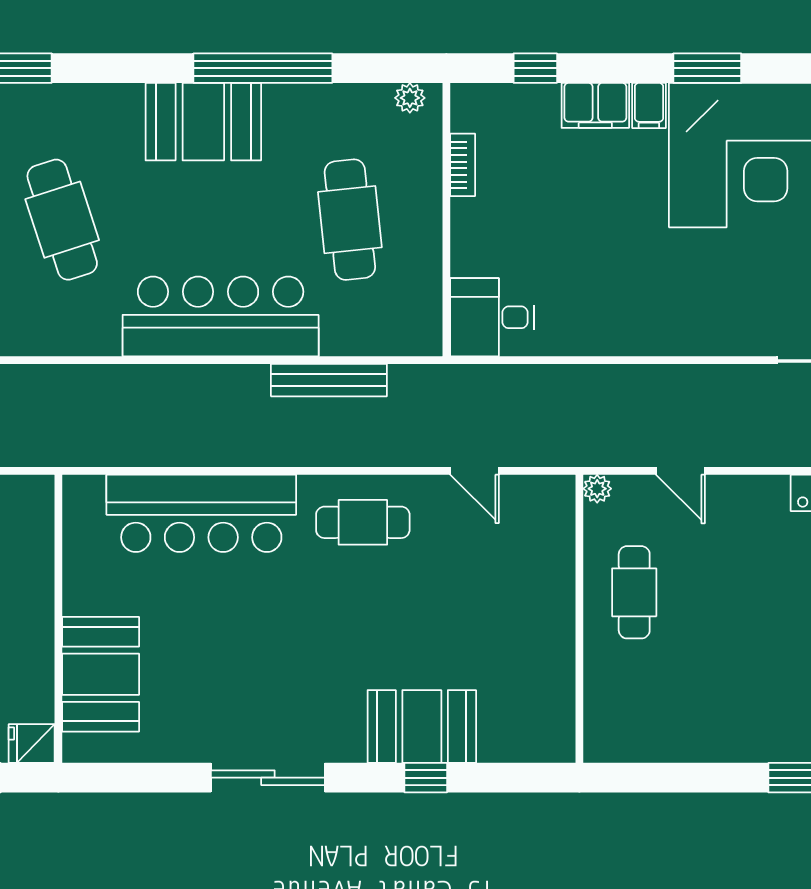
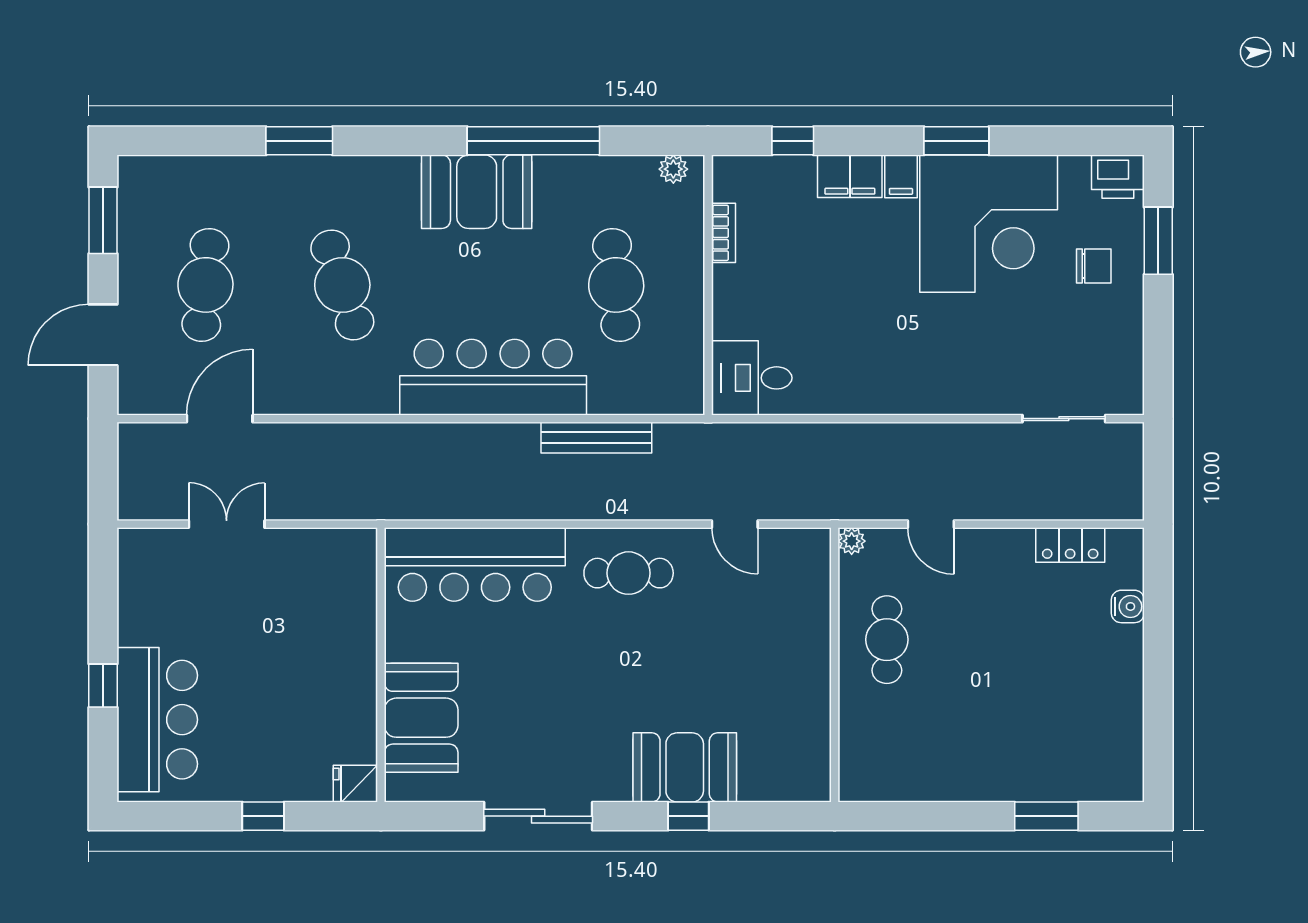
wall: (58, 619) -> (381, 665), moved
booth: (101, 674) -> (421, 718), moved
fridge: (32, 744) -> (355, 784), moved

